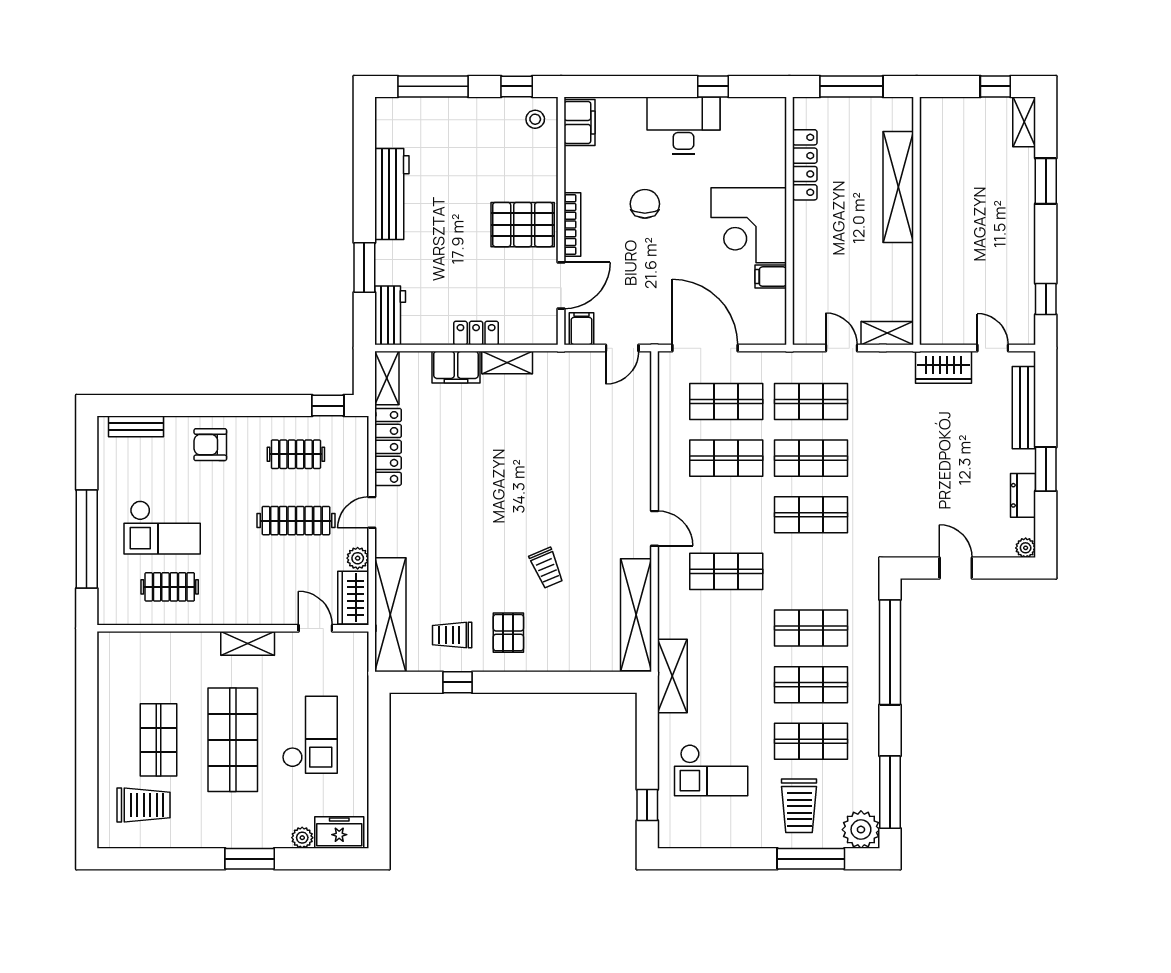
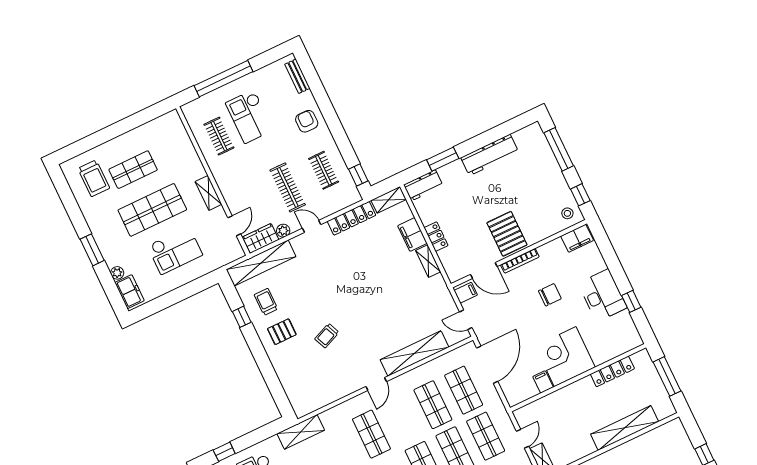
shelving: (636, 615) -> (414, 353), moved

